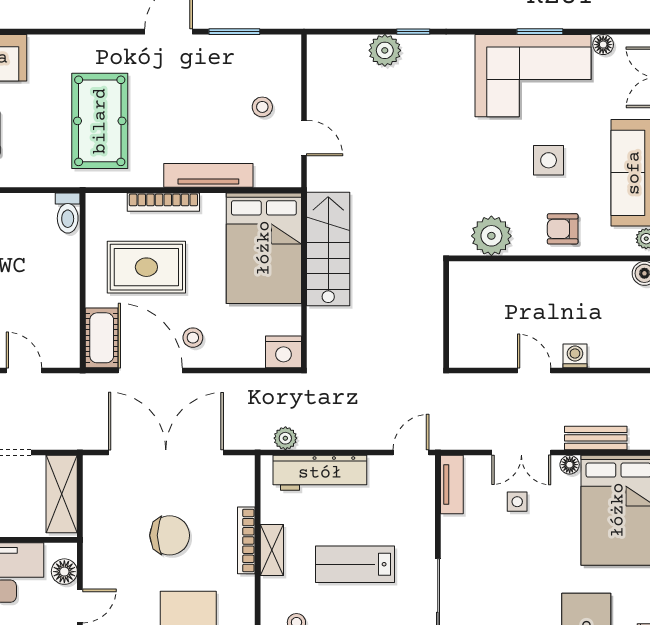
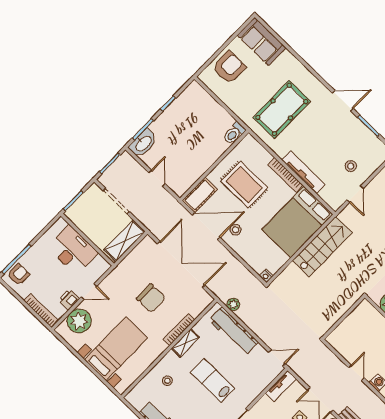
bookcase: (163, 202) -> (285, 175), moved
nightstand: (284, 352) -> (266, 276), width x0.53, depth x0.56
door: (150, 371) -> (206, 226), hinge flipped
floor lamp: (64, 572) -> (96, 272), removed

